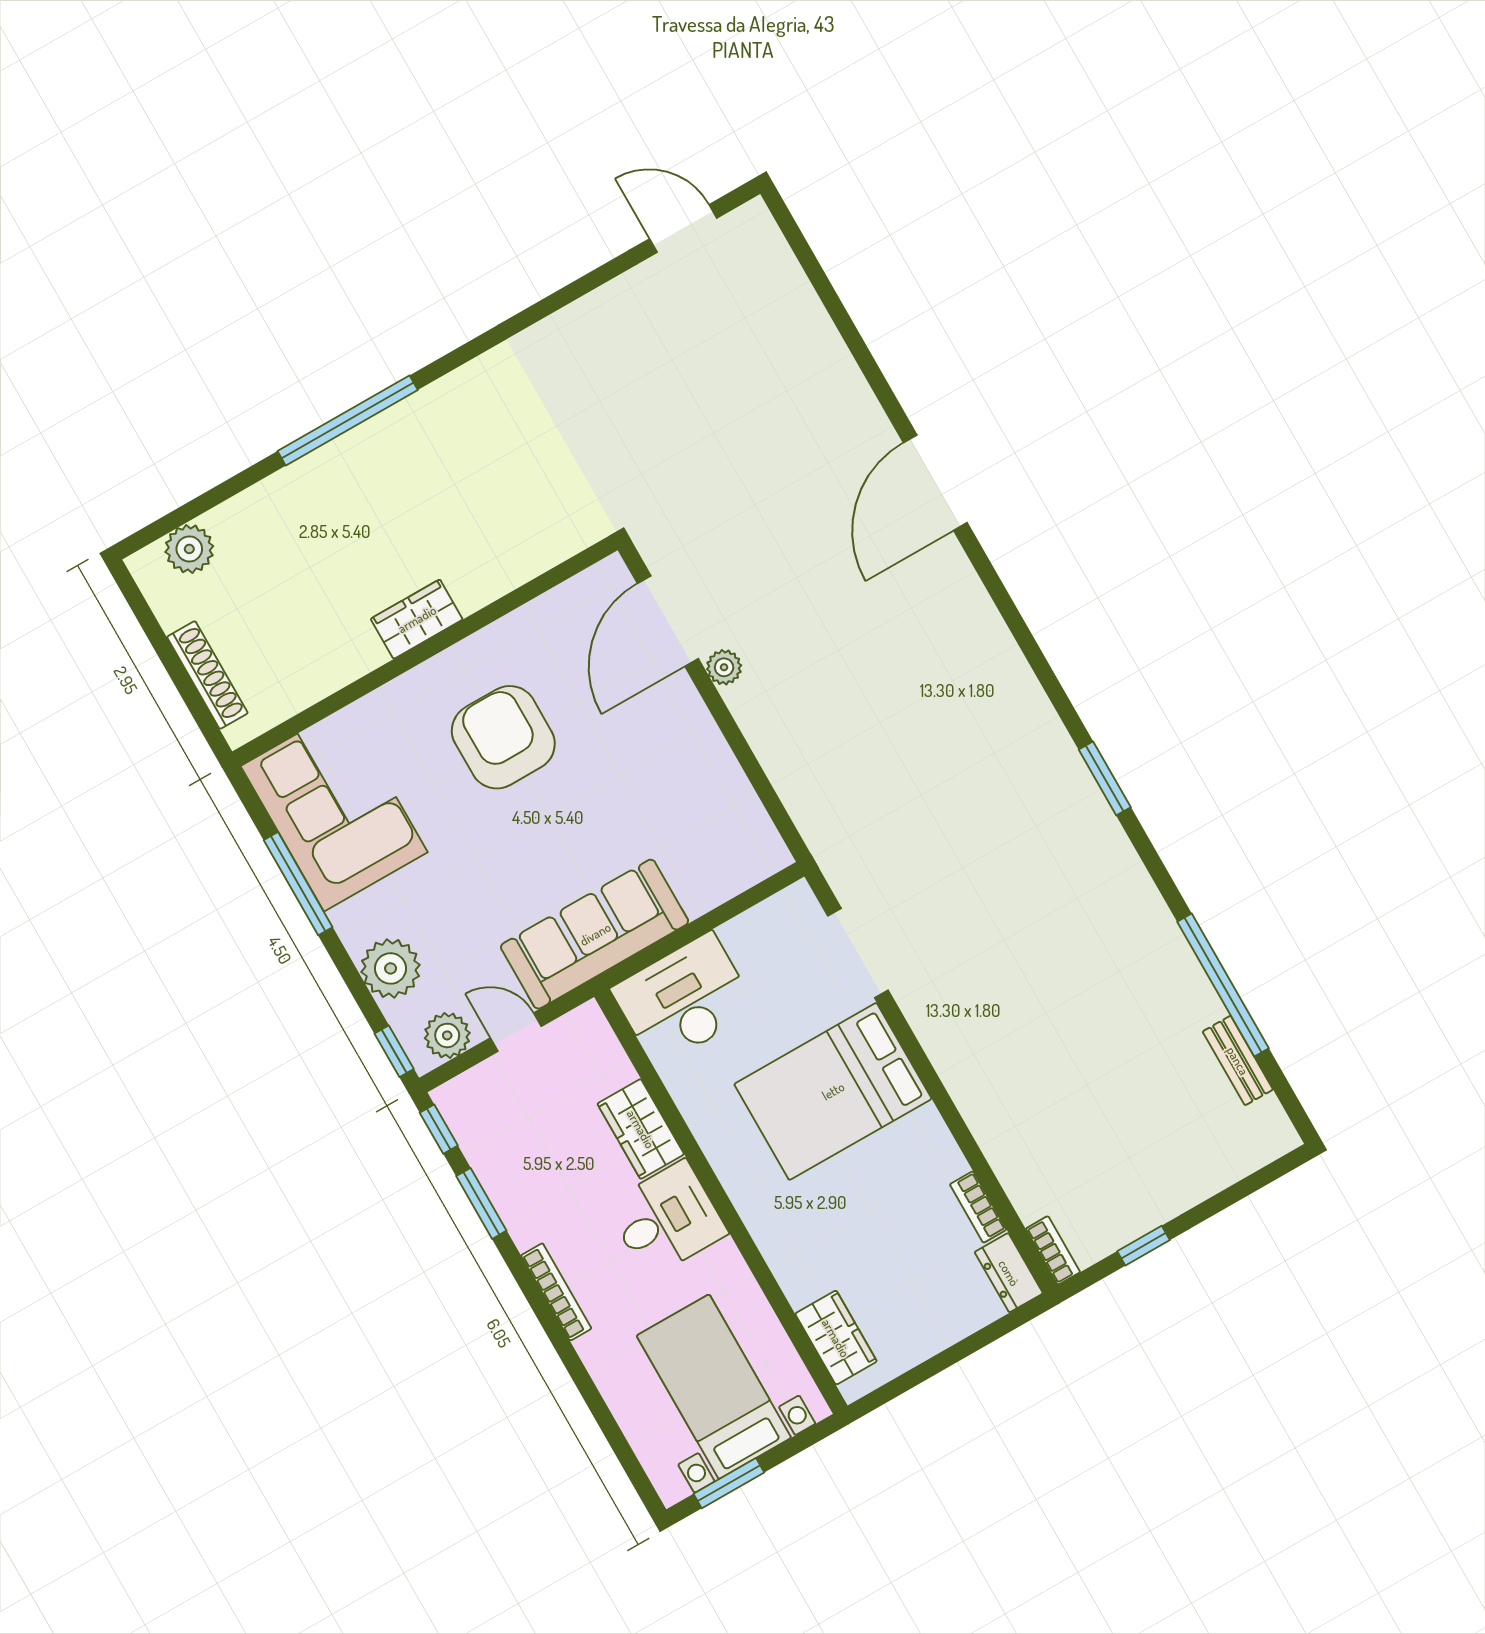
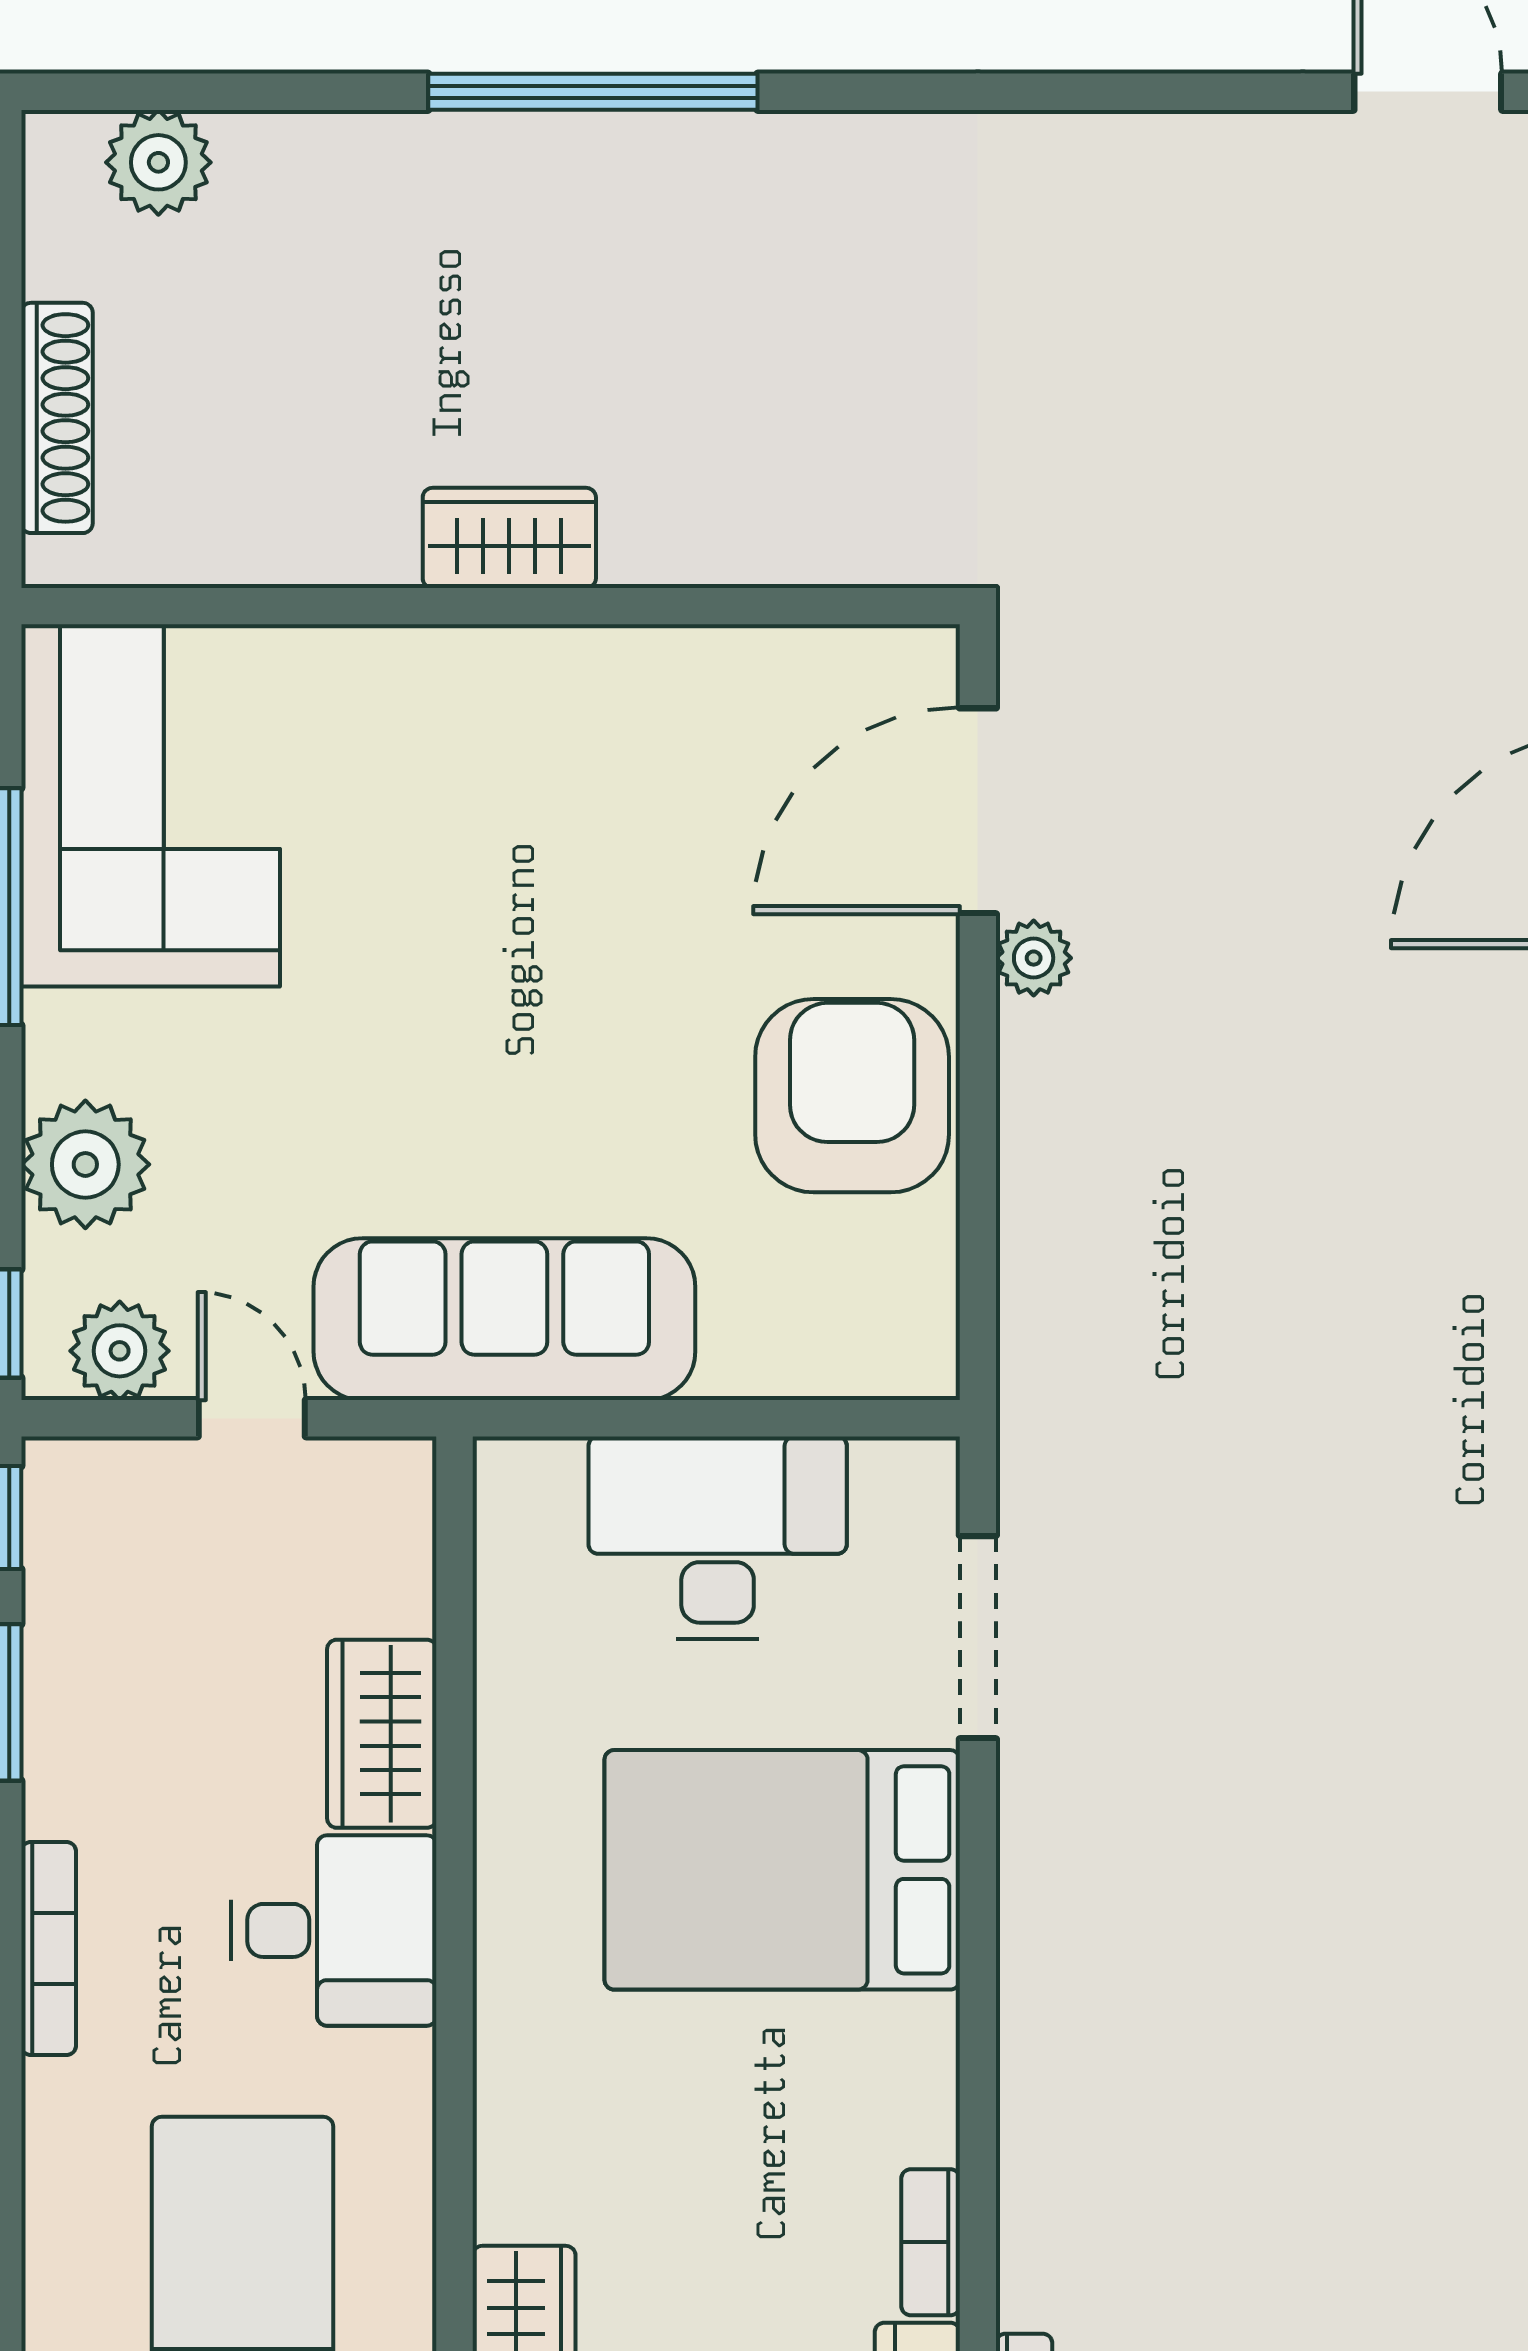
armchair: (503, 737) -> (852, 1096), moved
desk: (684, 1000) -> (718, 1538), moved

